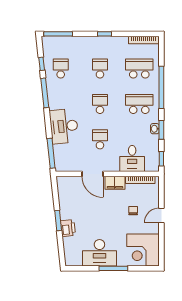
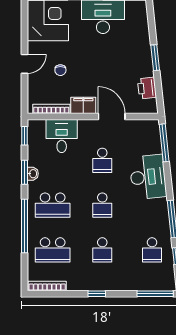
printer: (68, 228) -> (147, 88), moved

